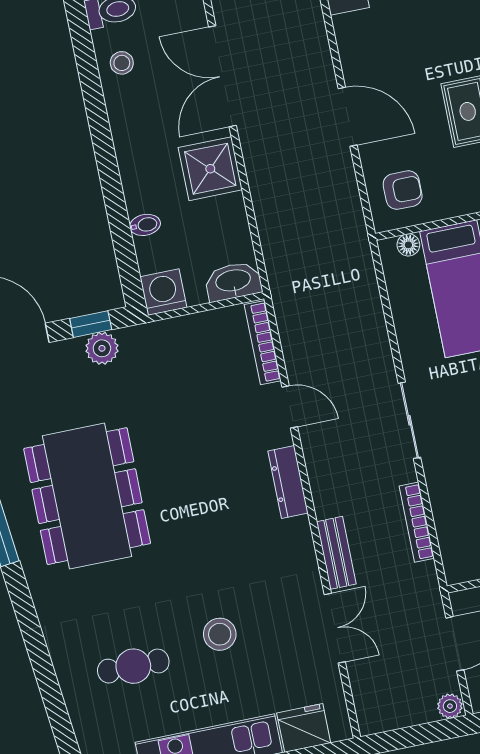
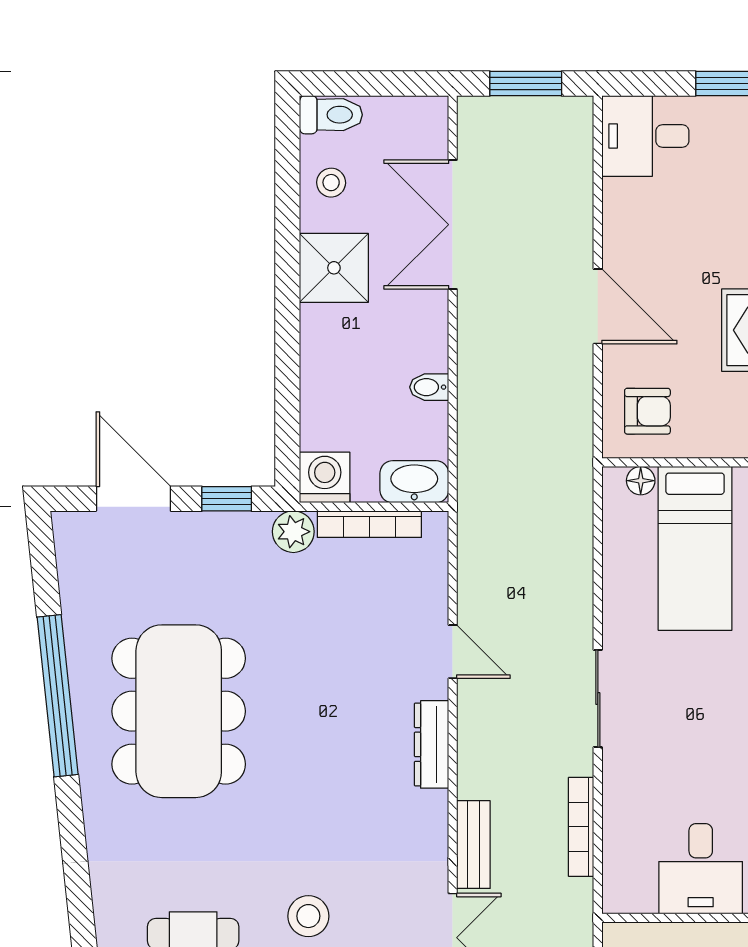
shower: (210, 169) -> (334, 268), moved
bidet: (145, 225) -> (429, 387), moved, turned 180
bookcase: (263, 343) -> (369, 524), moved, turned -90
plant: (102, 348) -> (293, 532), moved

